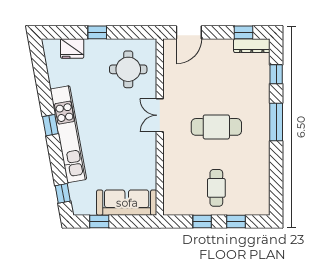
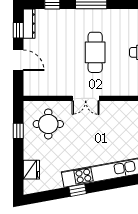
window: (97, 32) -> (18, 131), moved
door: (189, 32) -> (18, 60), moved
window: (50, 125) -> (78, 190), moved

